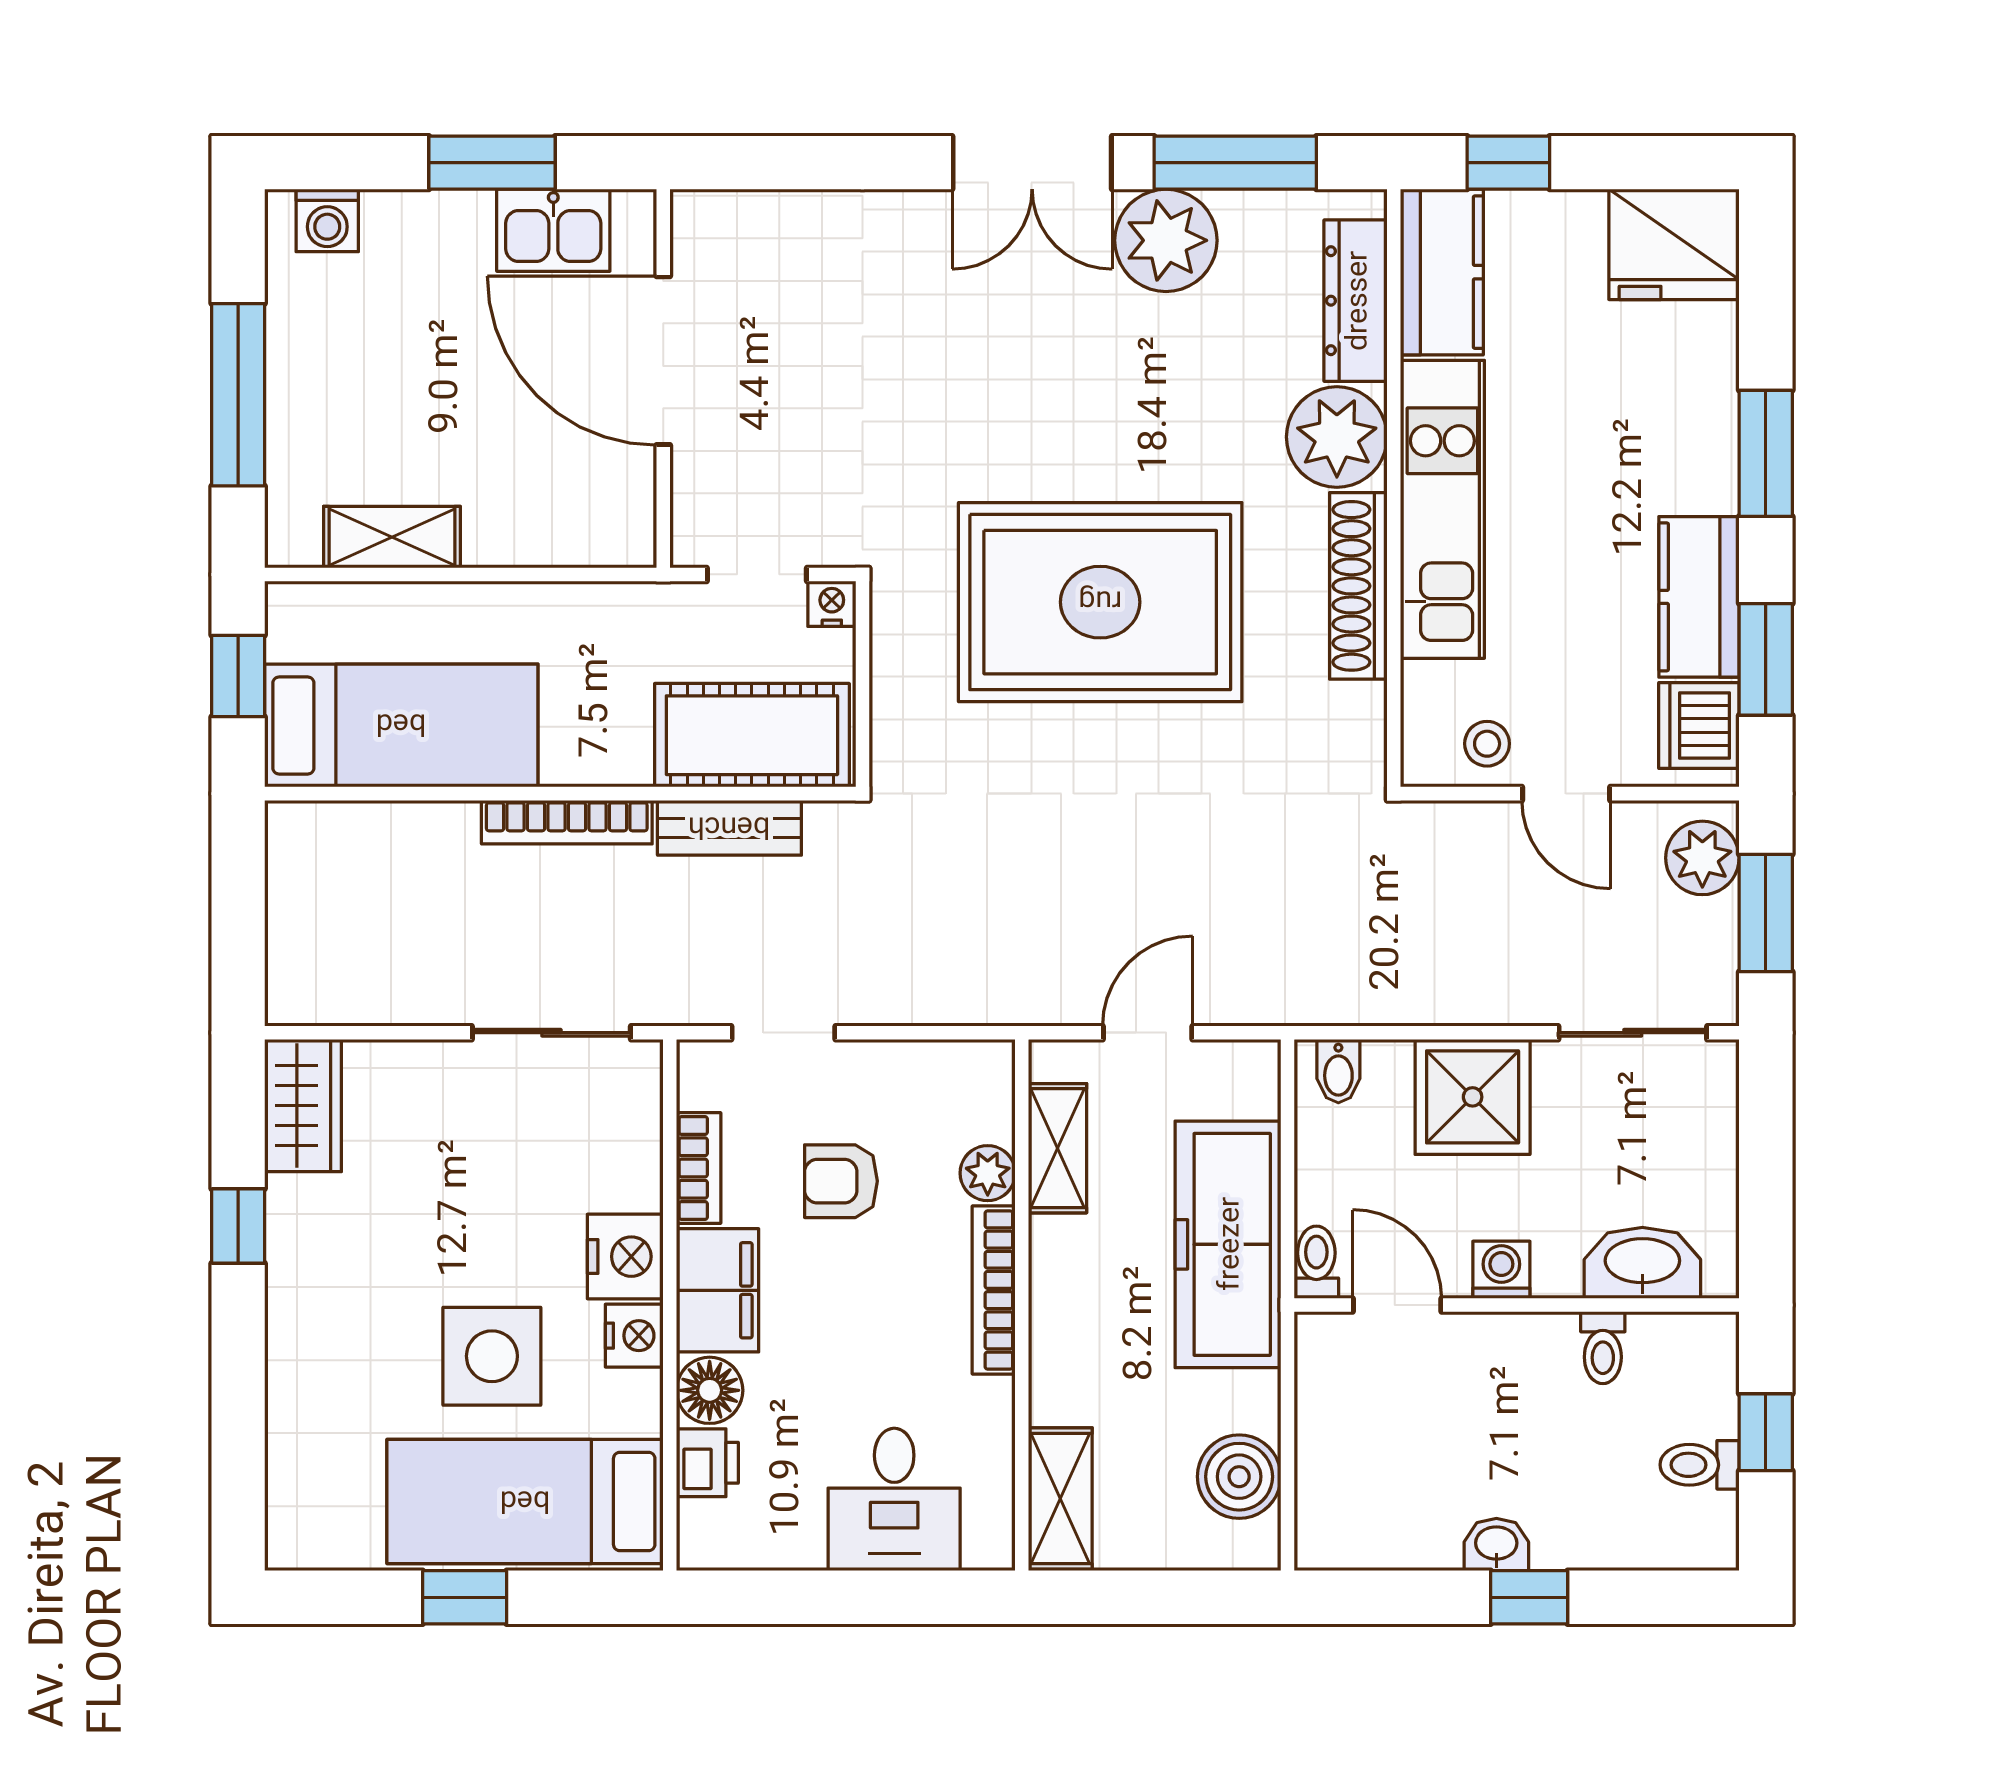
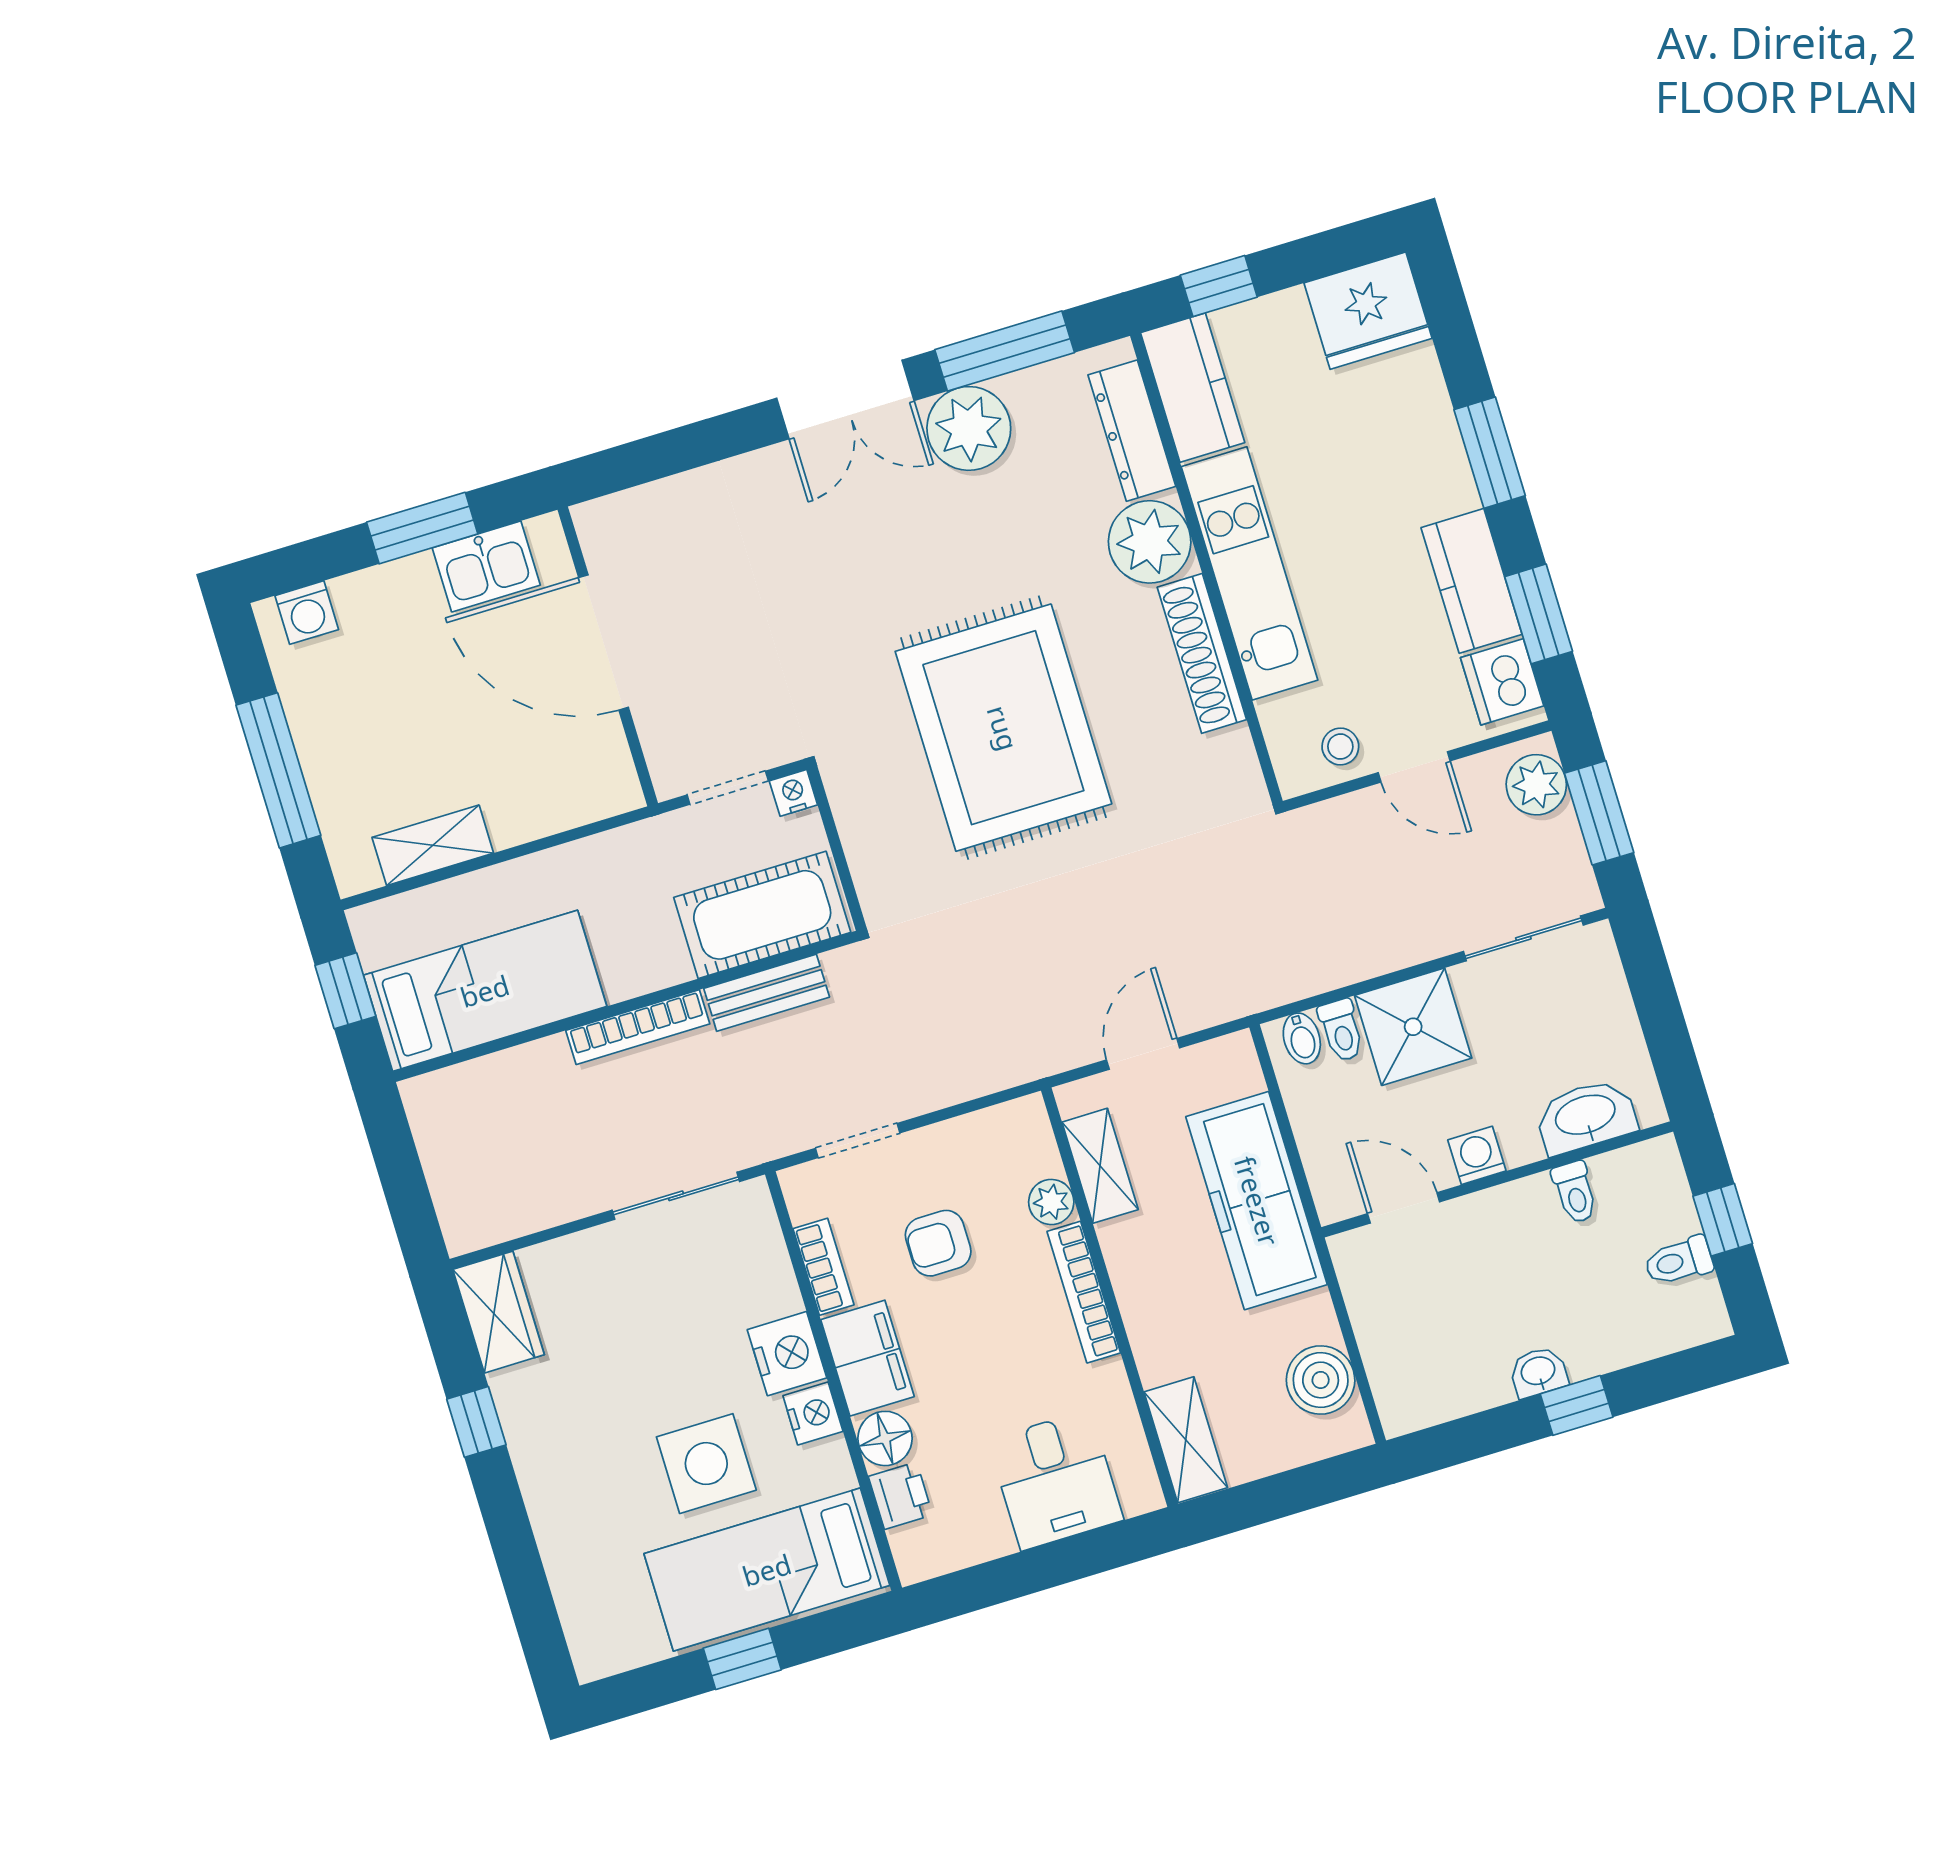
rug: (1100, 602) -> (1003, 728), turned 90
toilet: (1316, 1262) -> (1341, 1030), moved, turned 180

